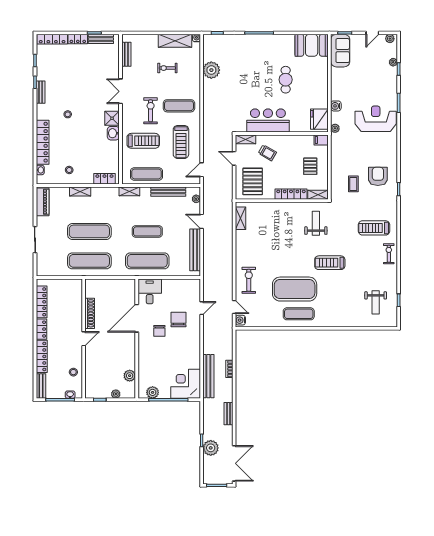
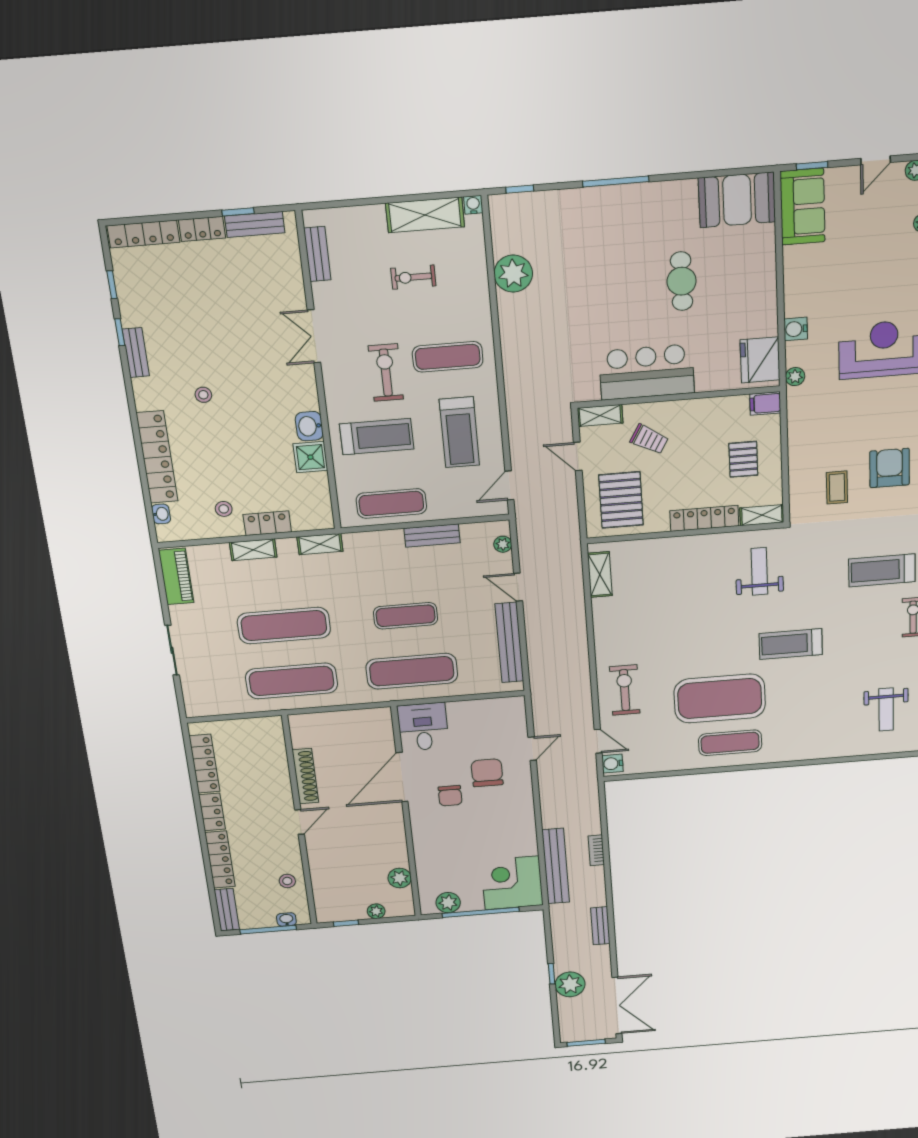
shower: (112, 118) -> (310, 457), moved
locker: (104, 179) -> (267, 523), moved
shelving: (129, 191) -> (320, 544), moved
bench: (168, 192) -> (432, 536), width x0.73

